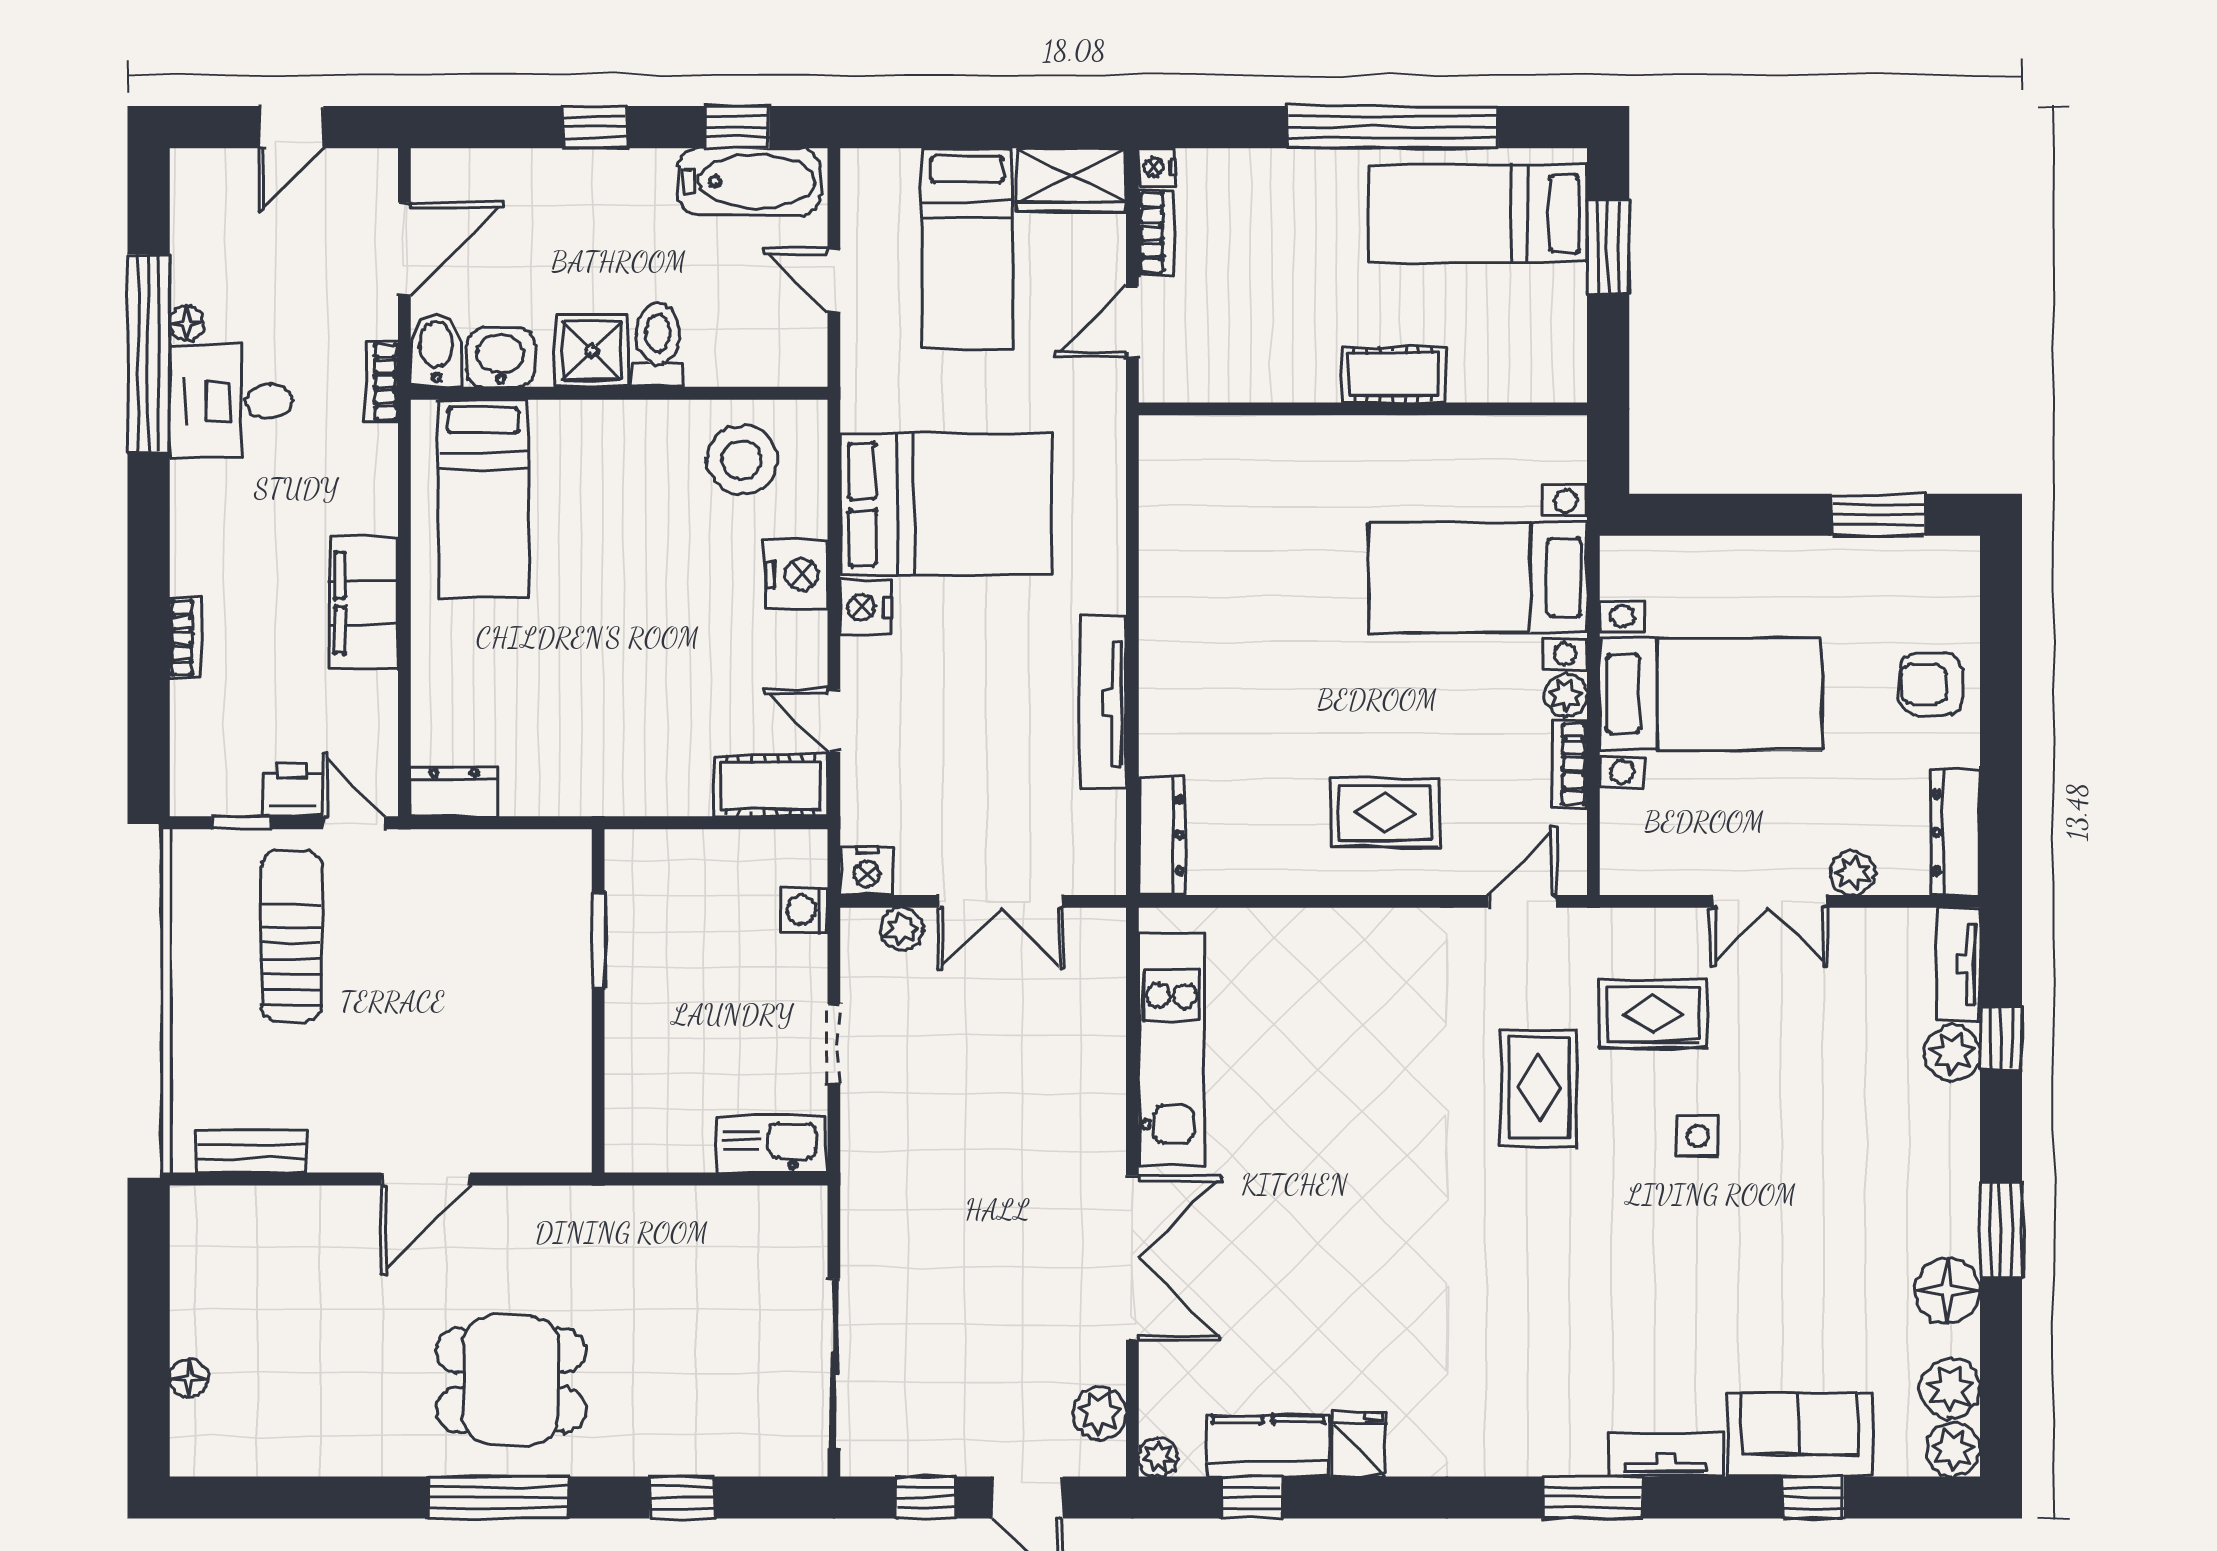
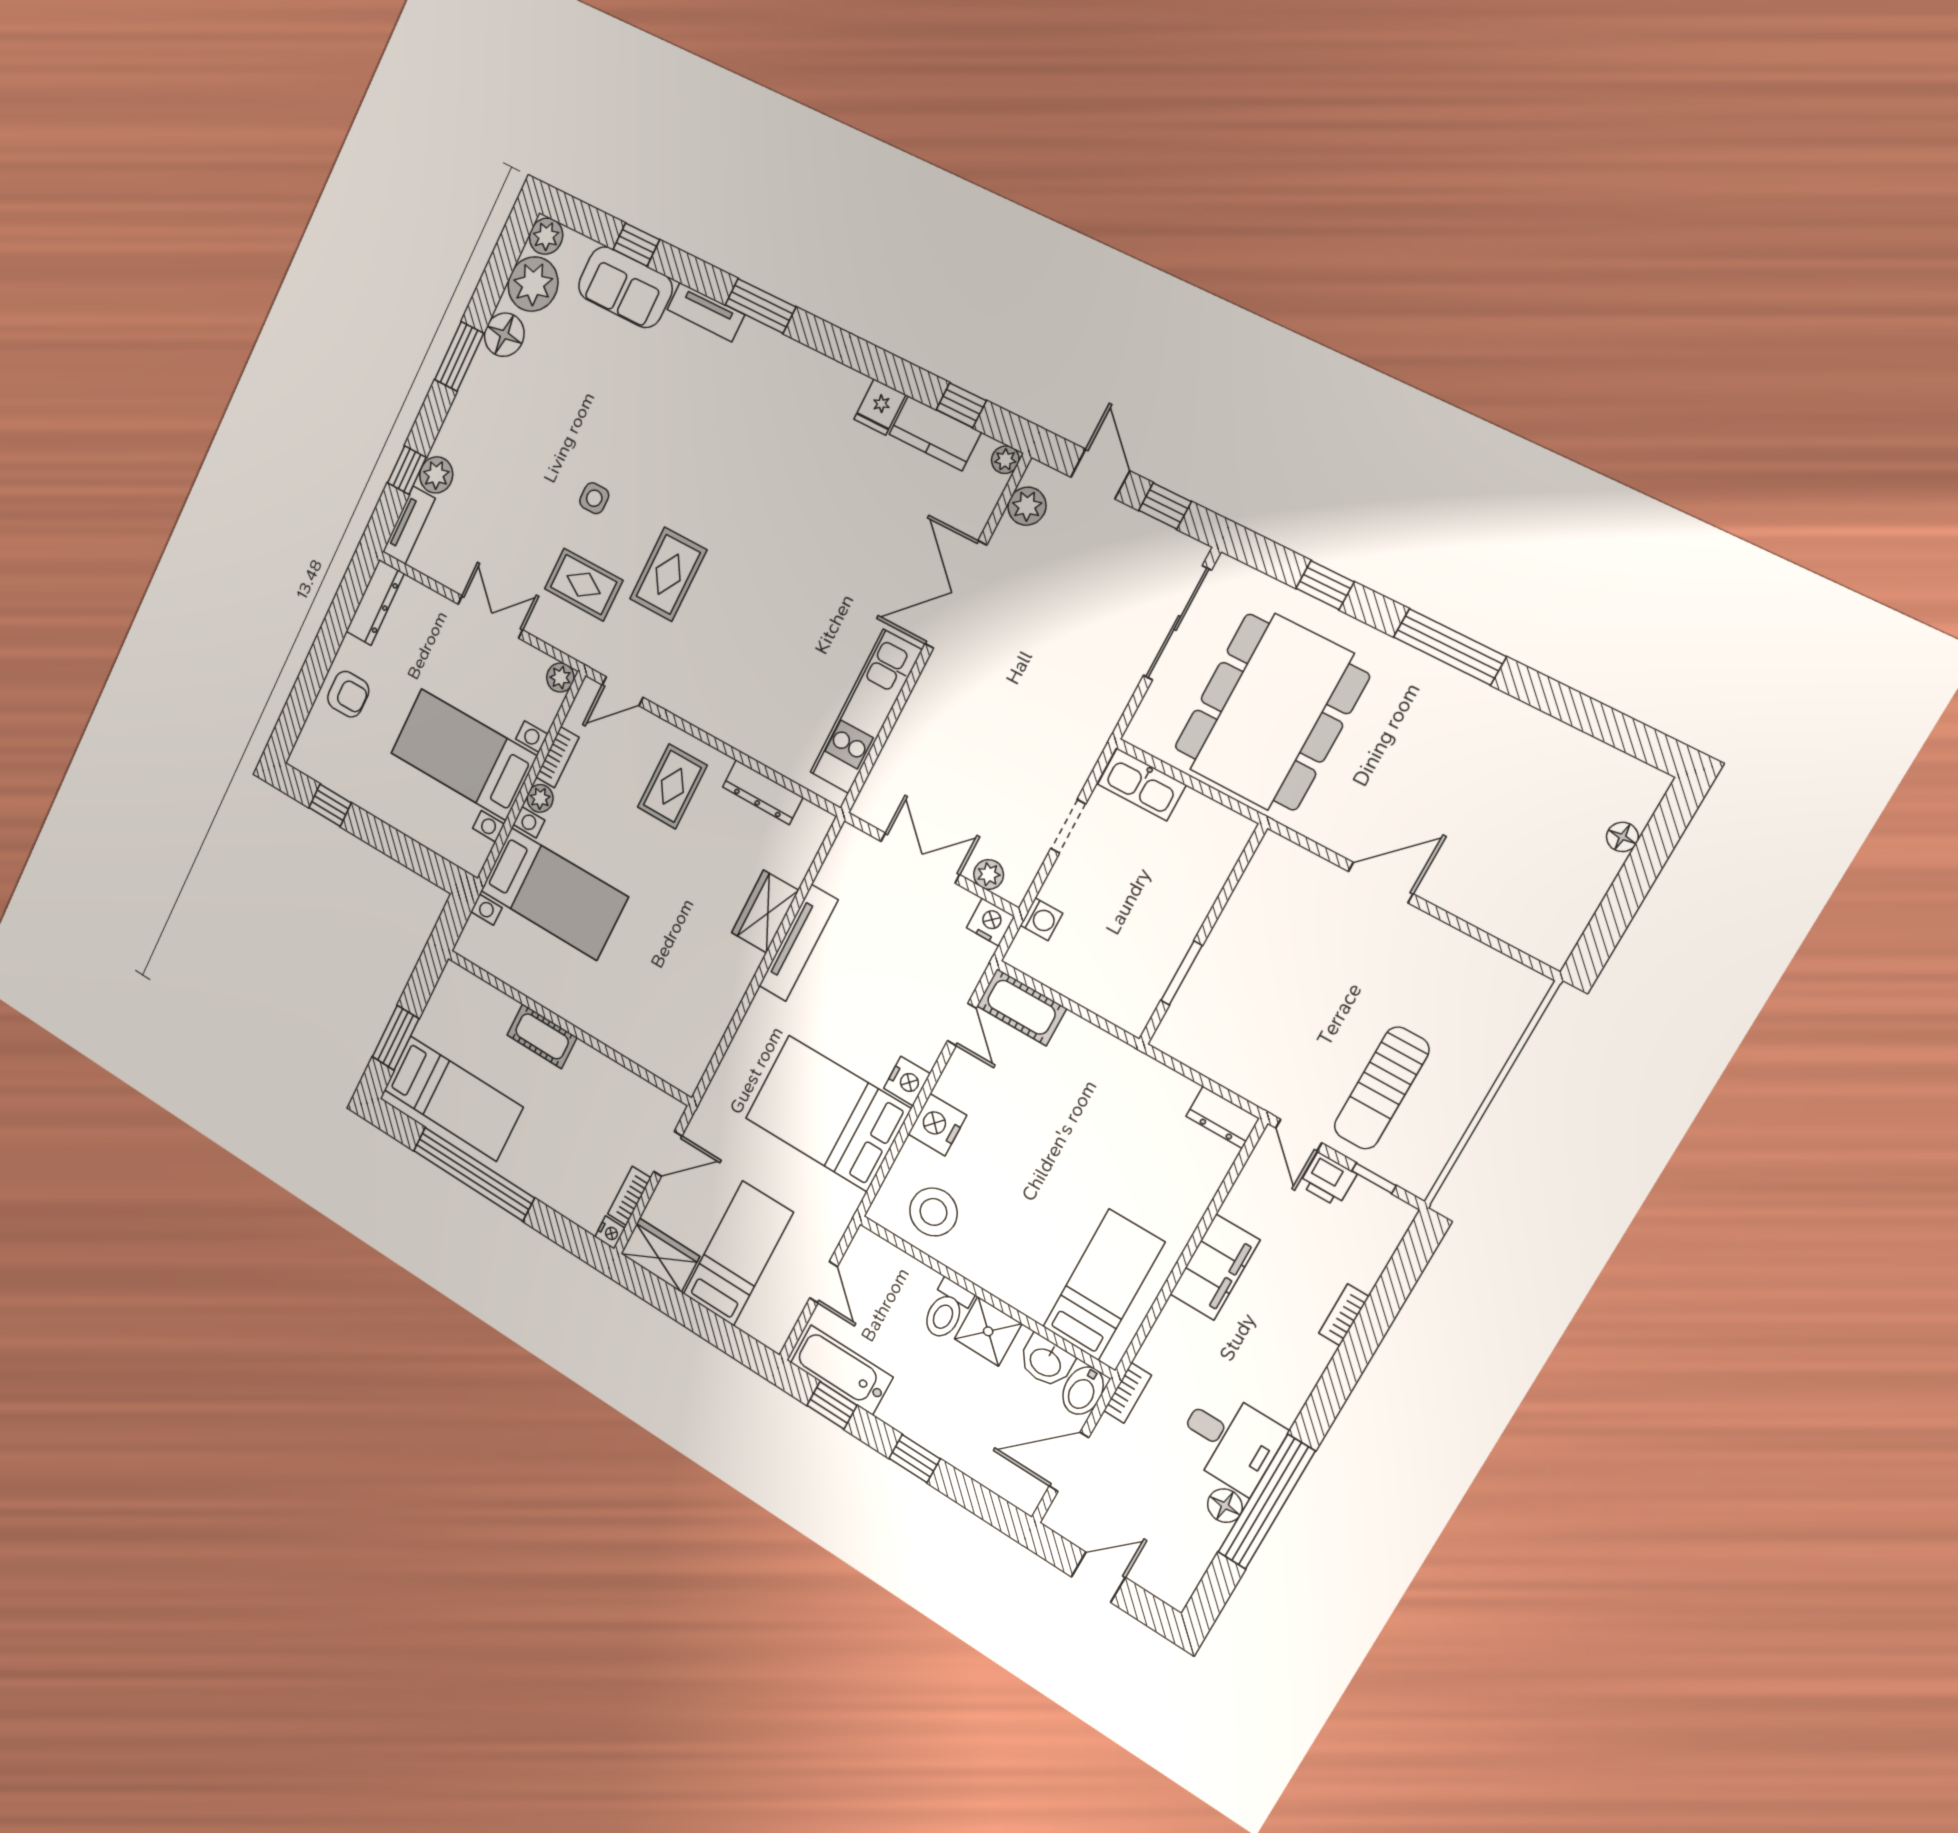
floor lamp: (187, 323) -> (1225, 1506), width x1.37, depth x1.37
window: (1879, 515) -> (330, 805), width x0.67
wardrobe: (1170, 719) -> (765, 911), added
rug: (1385, 813) -> (672, 786), turned 90
dresser: (1162, 835) -> (763, 792), moved, turned -90
plant: (1853, 873) -> (560, 678), moved
bench: (252, 1152) -> (1490, 964), removed
dining table: (511, 1380) -> (1271, 712), moved, width x1.88, depth x1.24
plant: (1950, 1388) -> (533, 284), width x1.36, depth x1.36

